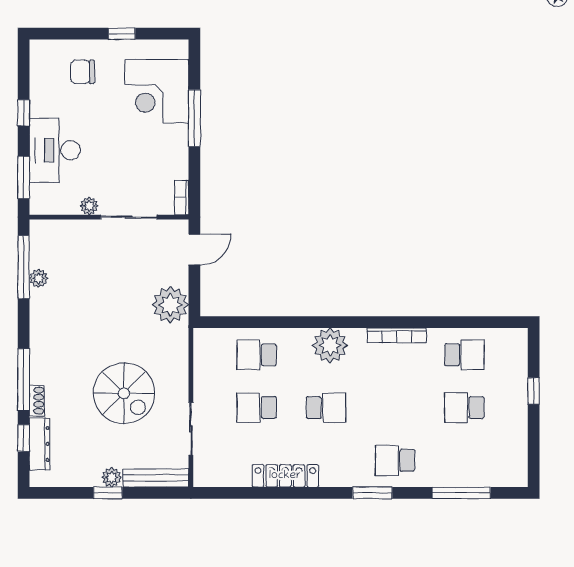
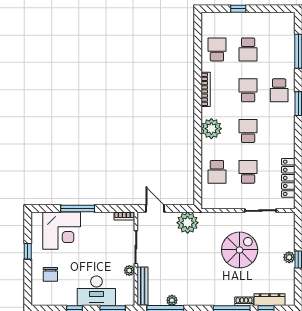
school desk: (257, 408) -> (248, 172), turned 180
school desk: (395, 408) -> (248, 90), added
locker: (285, 476) -> (288, 178), moved
bench: (156, 478) -> (143, 286), moved

